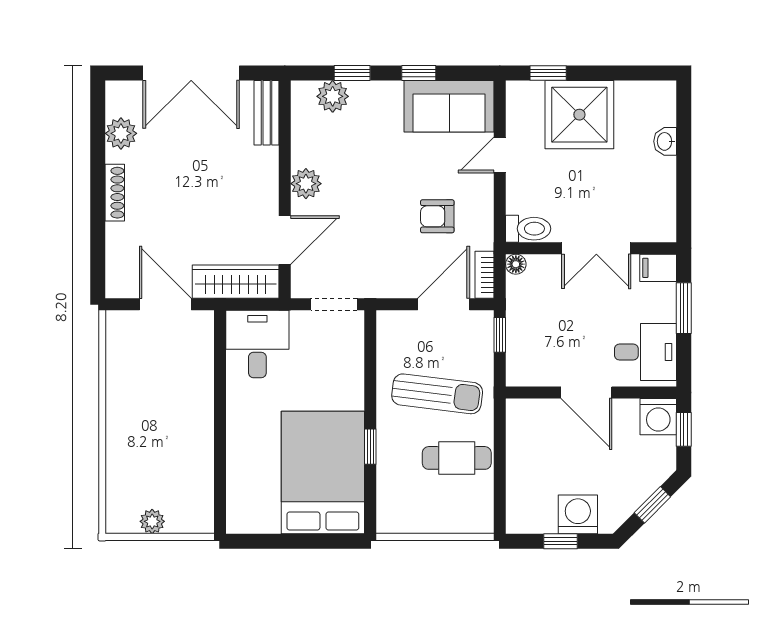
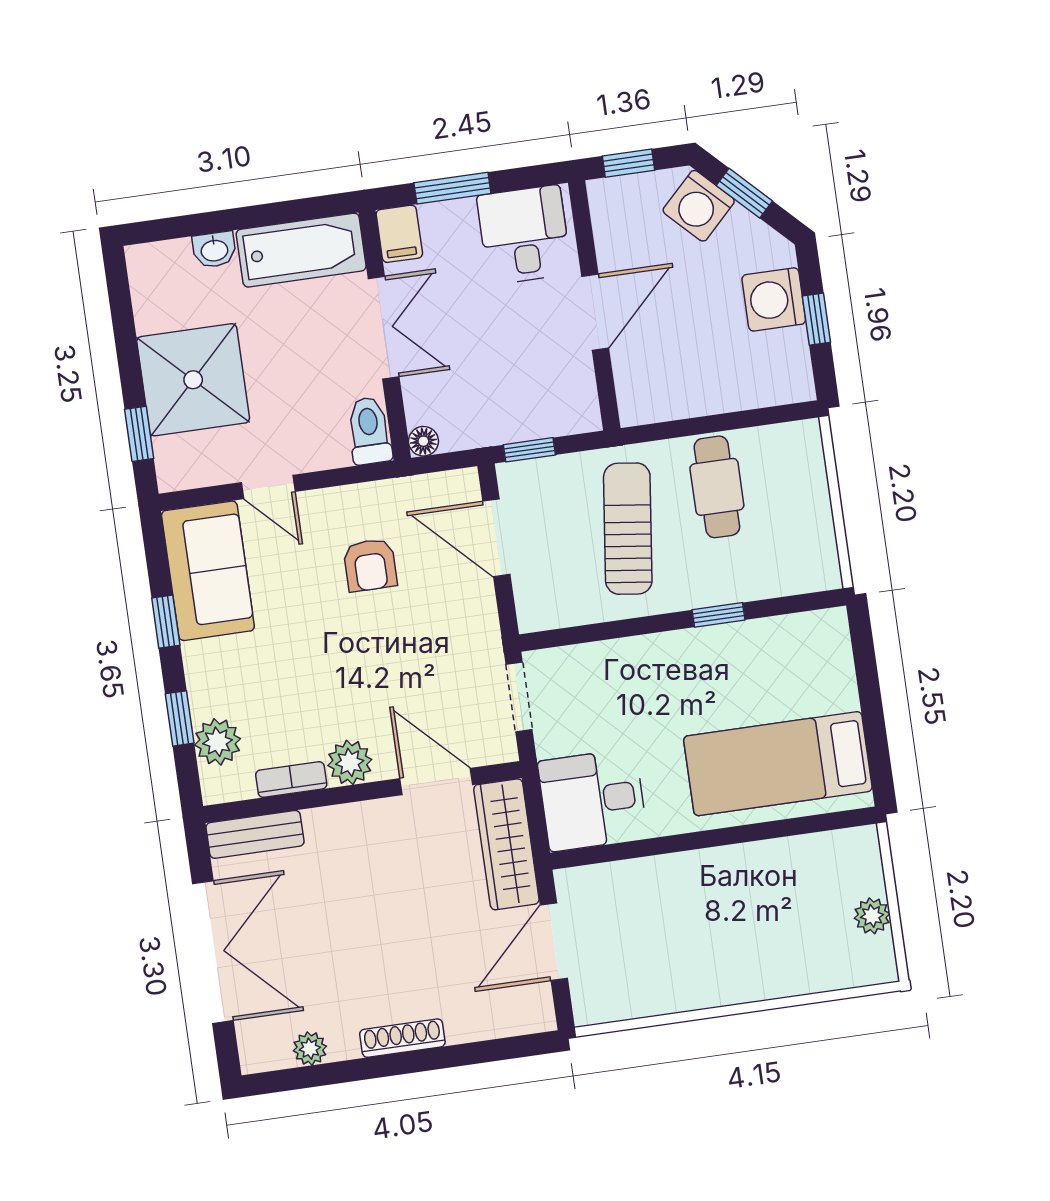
plant: (121, 133) -> (310, 1049), width x0.73, depth x0.73
bathtub: (657, 200) -> (301, 250), added
bookcase: (484, 275) -> (291, 780), moved, turned 180
washing machine: (658, 417) -> (699, 206), moved, turned 135
bed: (323, 473) -> (778, 764), moved, width x0.67

